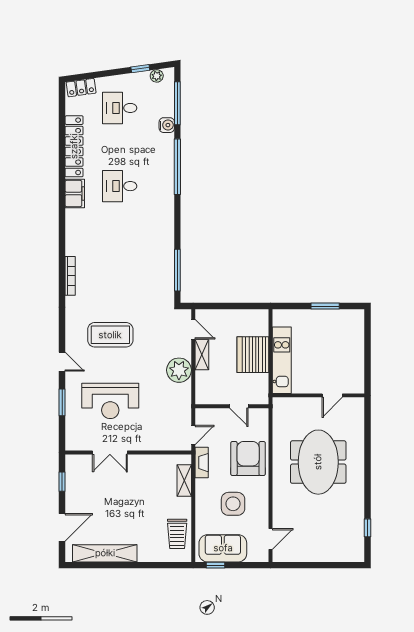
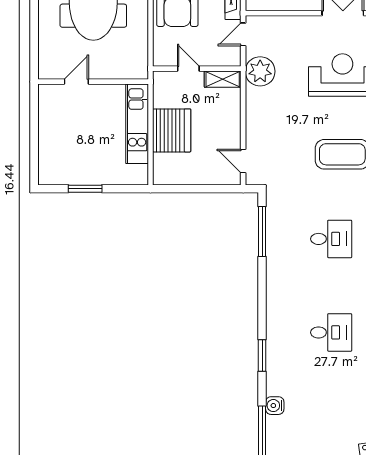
desk: (120, 108) -> (331, 239), moved
window: (177, 167) -> (262, 355), width x0.47
shelving: (202, 355) -> (223, 79), moved, turned 90
plant: (179, 370) -> (260, 71), moved

